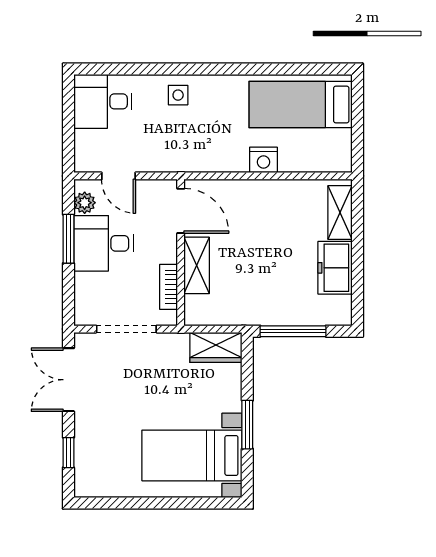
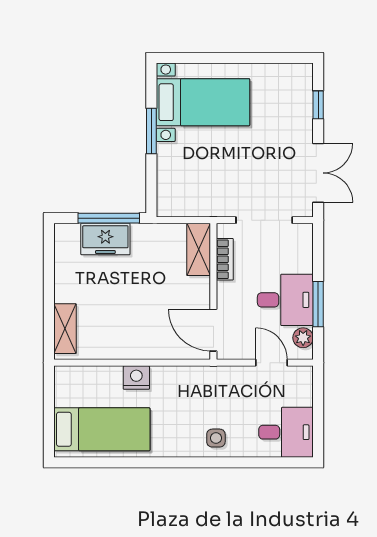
shelving: (197, 265) -> (199, 249), moved
freezer: (335, 268) -> (105, 239), moved, turned 90
wardrobe: (216, 347) -> (181, 203), removed

